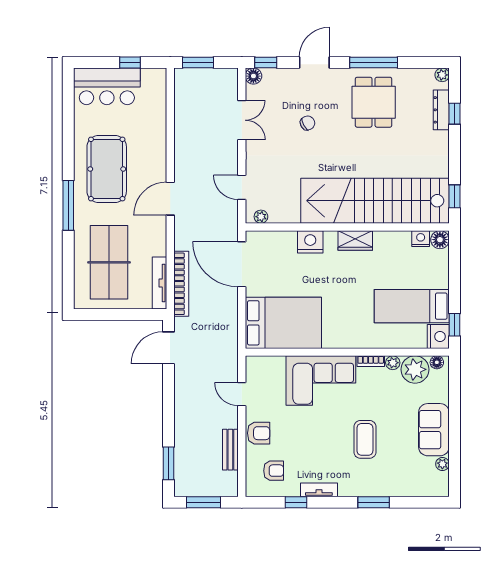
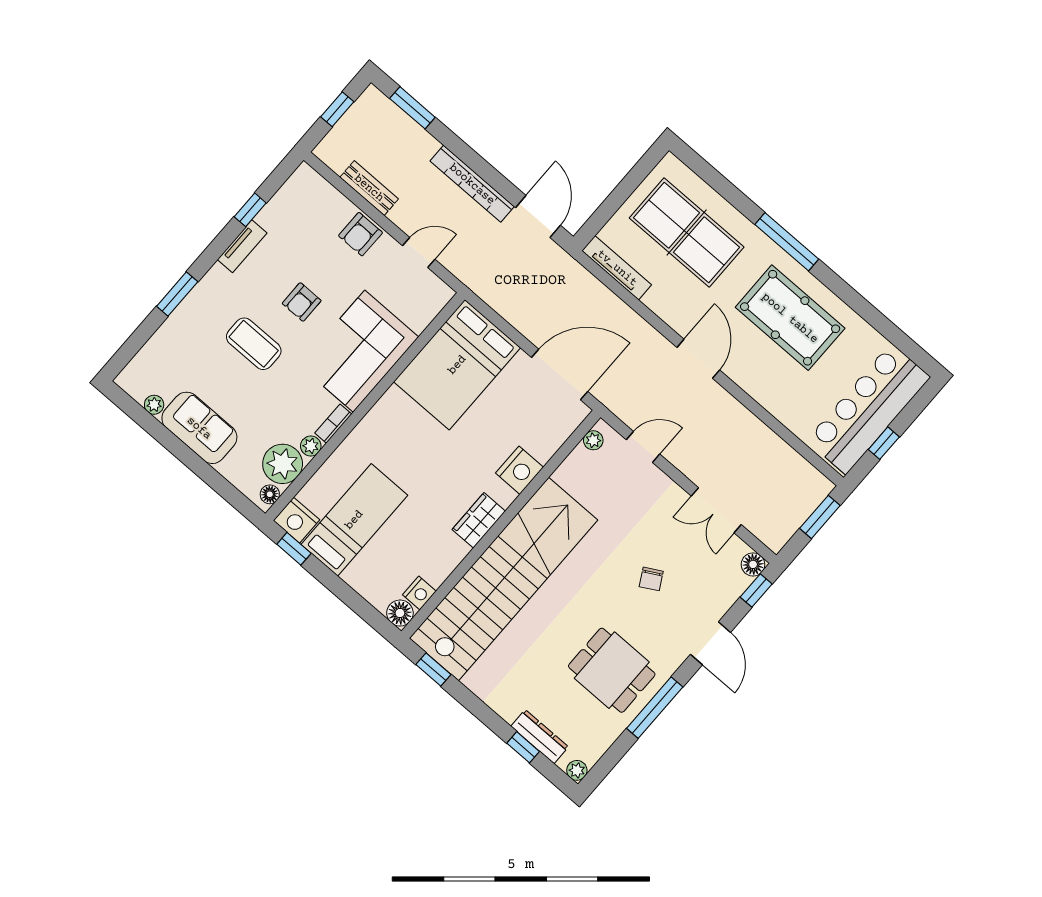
bar counter: (107, 86) -> (868, 409), width x1.36
bookcase: (181, 284) -> (472, 184), moved
armchair: (274, 471) -> (302, 302), moved
window: (203, 502) -> (337, 109), width x0.67

